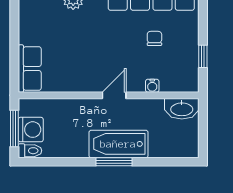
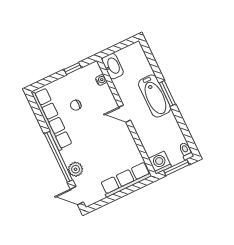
row of seats: (30, 69) -> (126, 180), width x1.48
water cooler: (152, 86) -> (101, 80), moved
washing machine: (31, 130) -> (160, 163), moved

